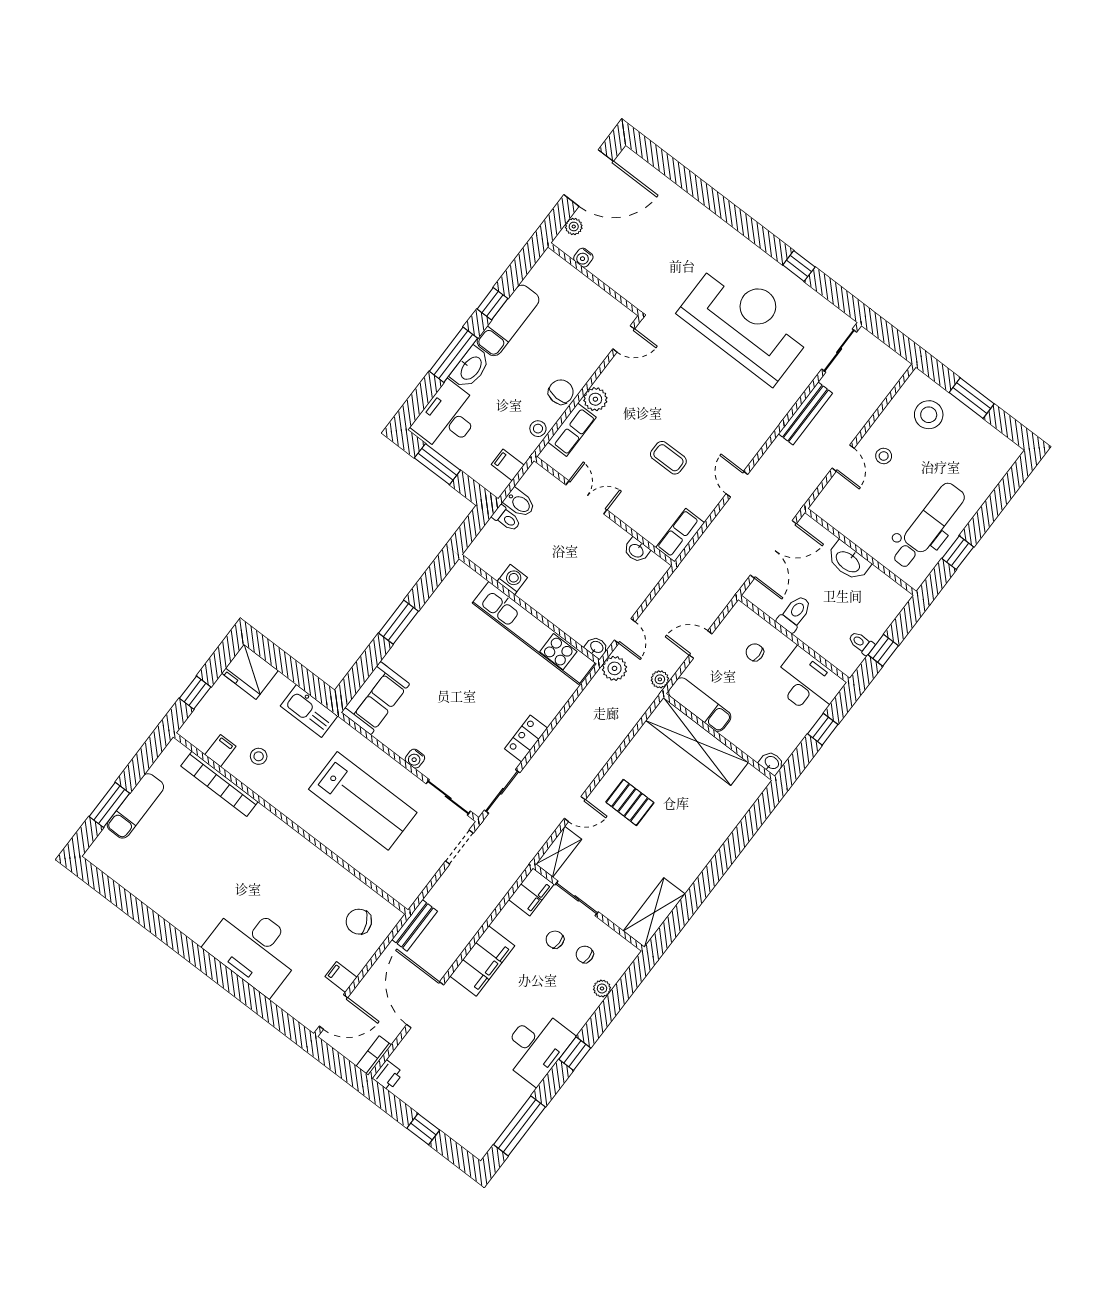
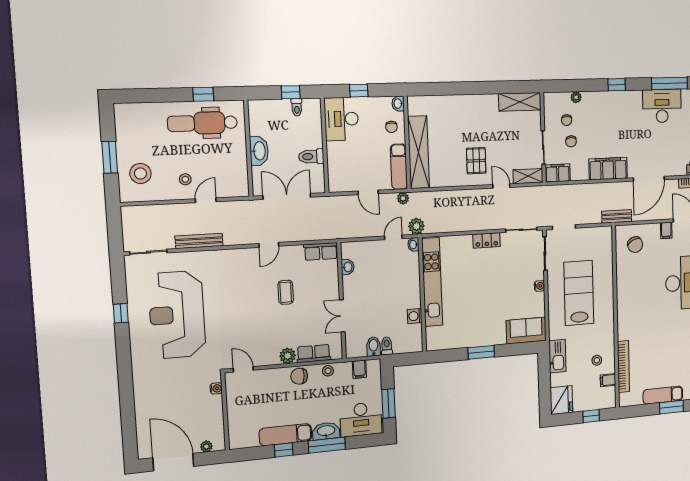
water cooler: (583, 258) -> (216, 388), moved
chair: (755, 652) -> (391, 127), moved
desk: (536, 1046) -> (662, 106), moved

